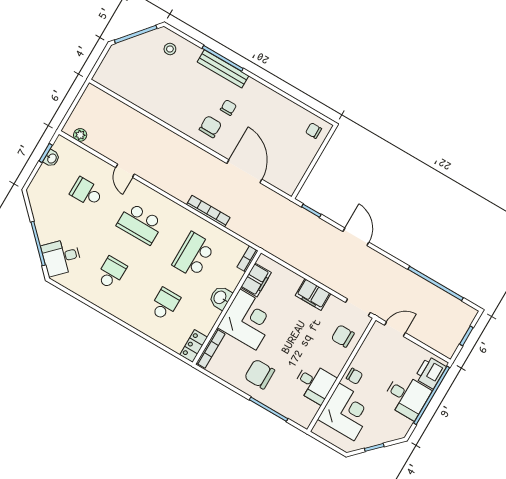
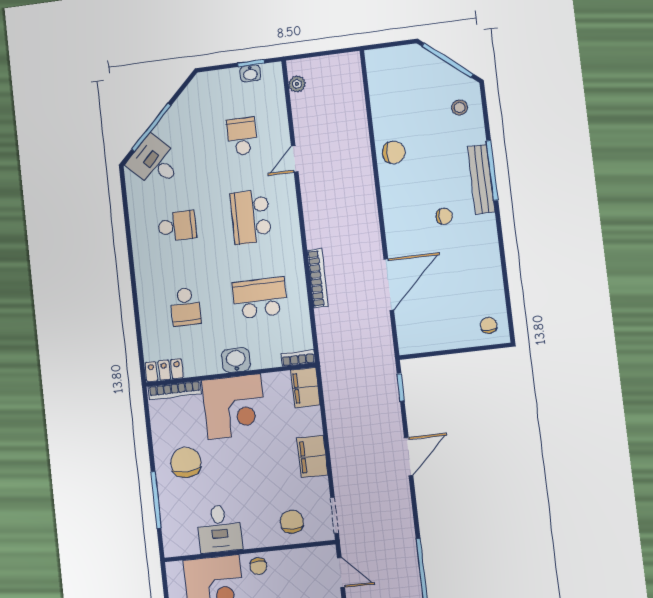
chair: (210, 127) -> (394, 152), moved
filing cabinet: (256, 280) -> (305, 388), moved, turned 90
school desk: (165, 304) -> (186, 307), turned 90

